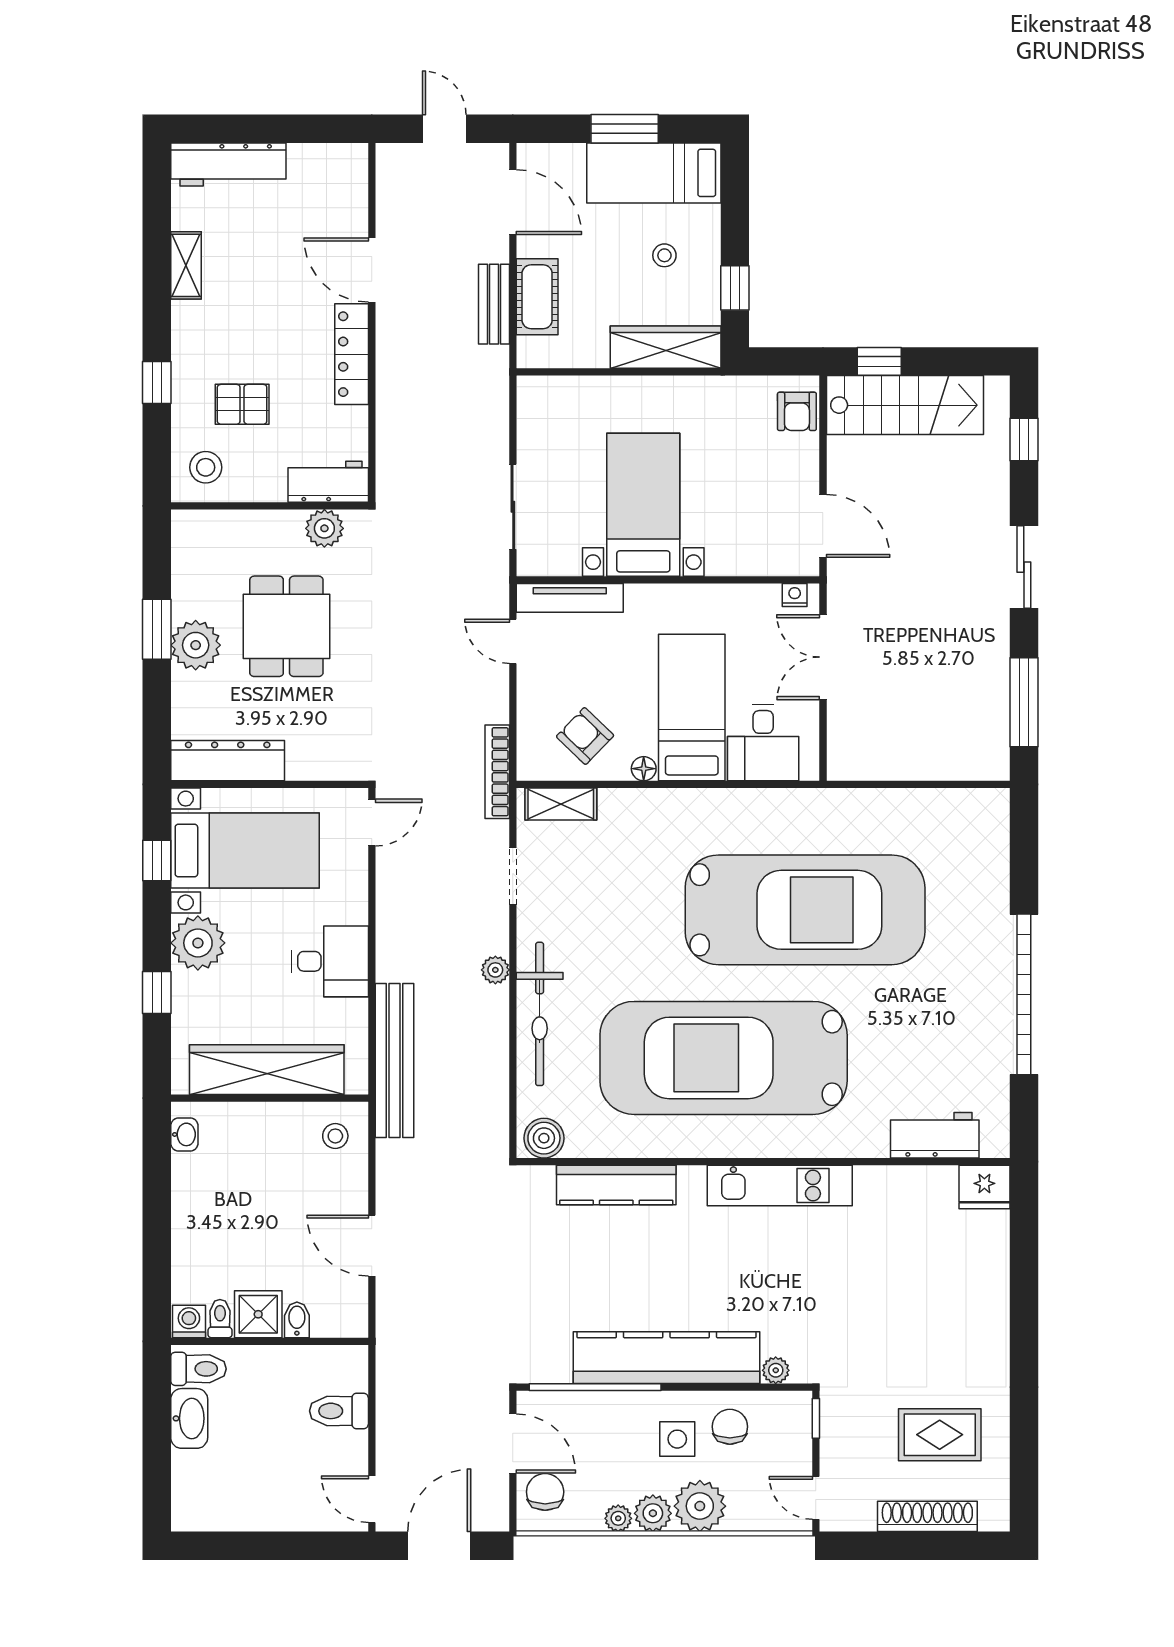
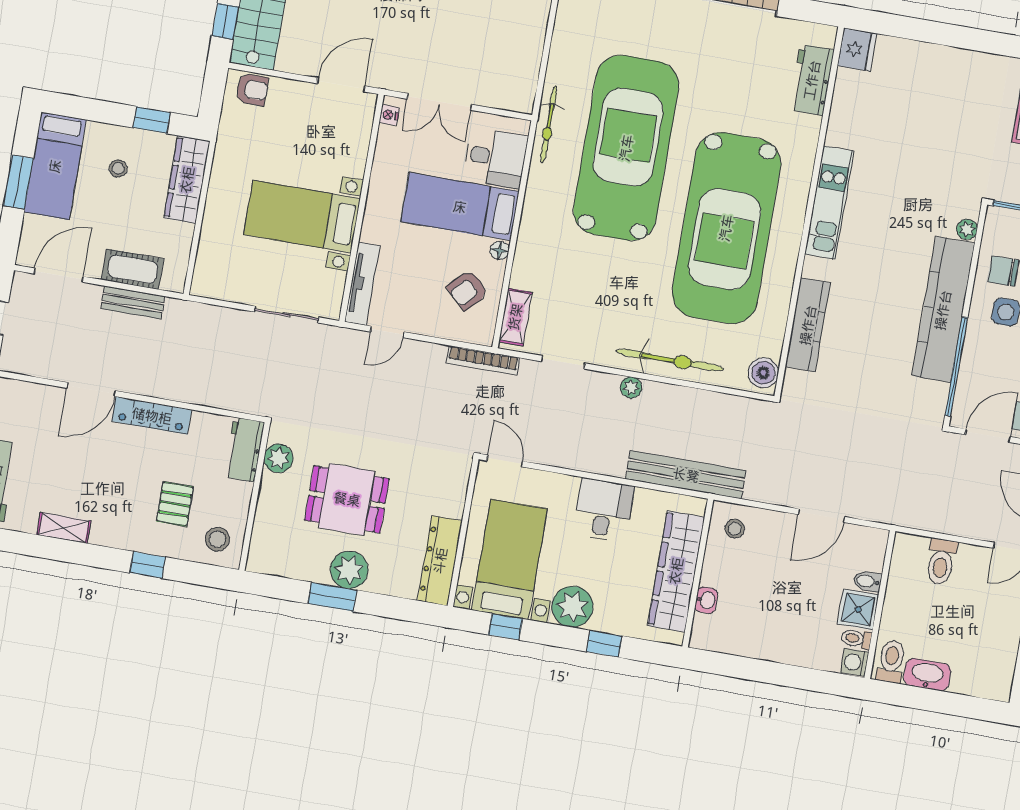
bicycle: (818, 804) -> (549, 124), added
washbasin: (184, 1134) -> (706, 600), moved, turned 90

